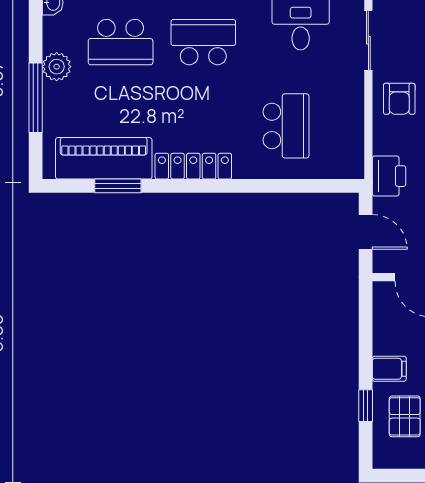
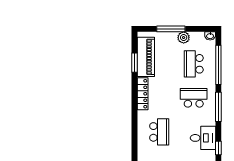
school desk: (203, 42) -> (194, 98), turned -90
school desk: (286, 126) -> (159, 132), turned -90

